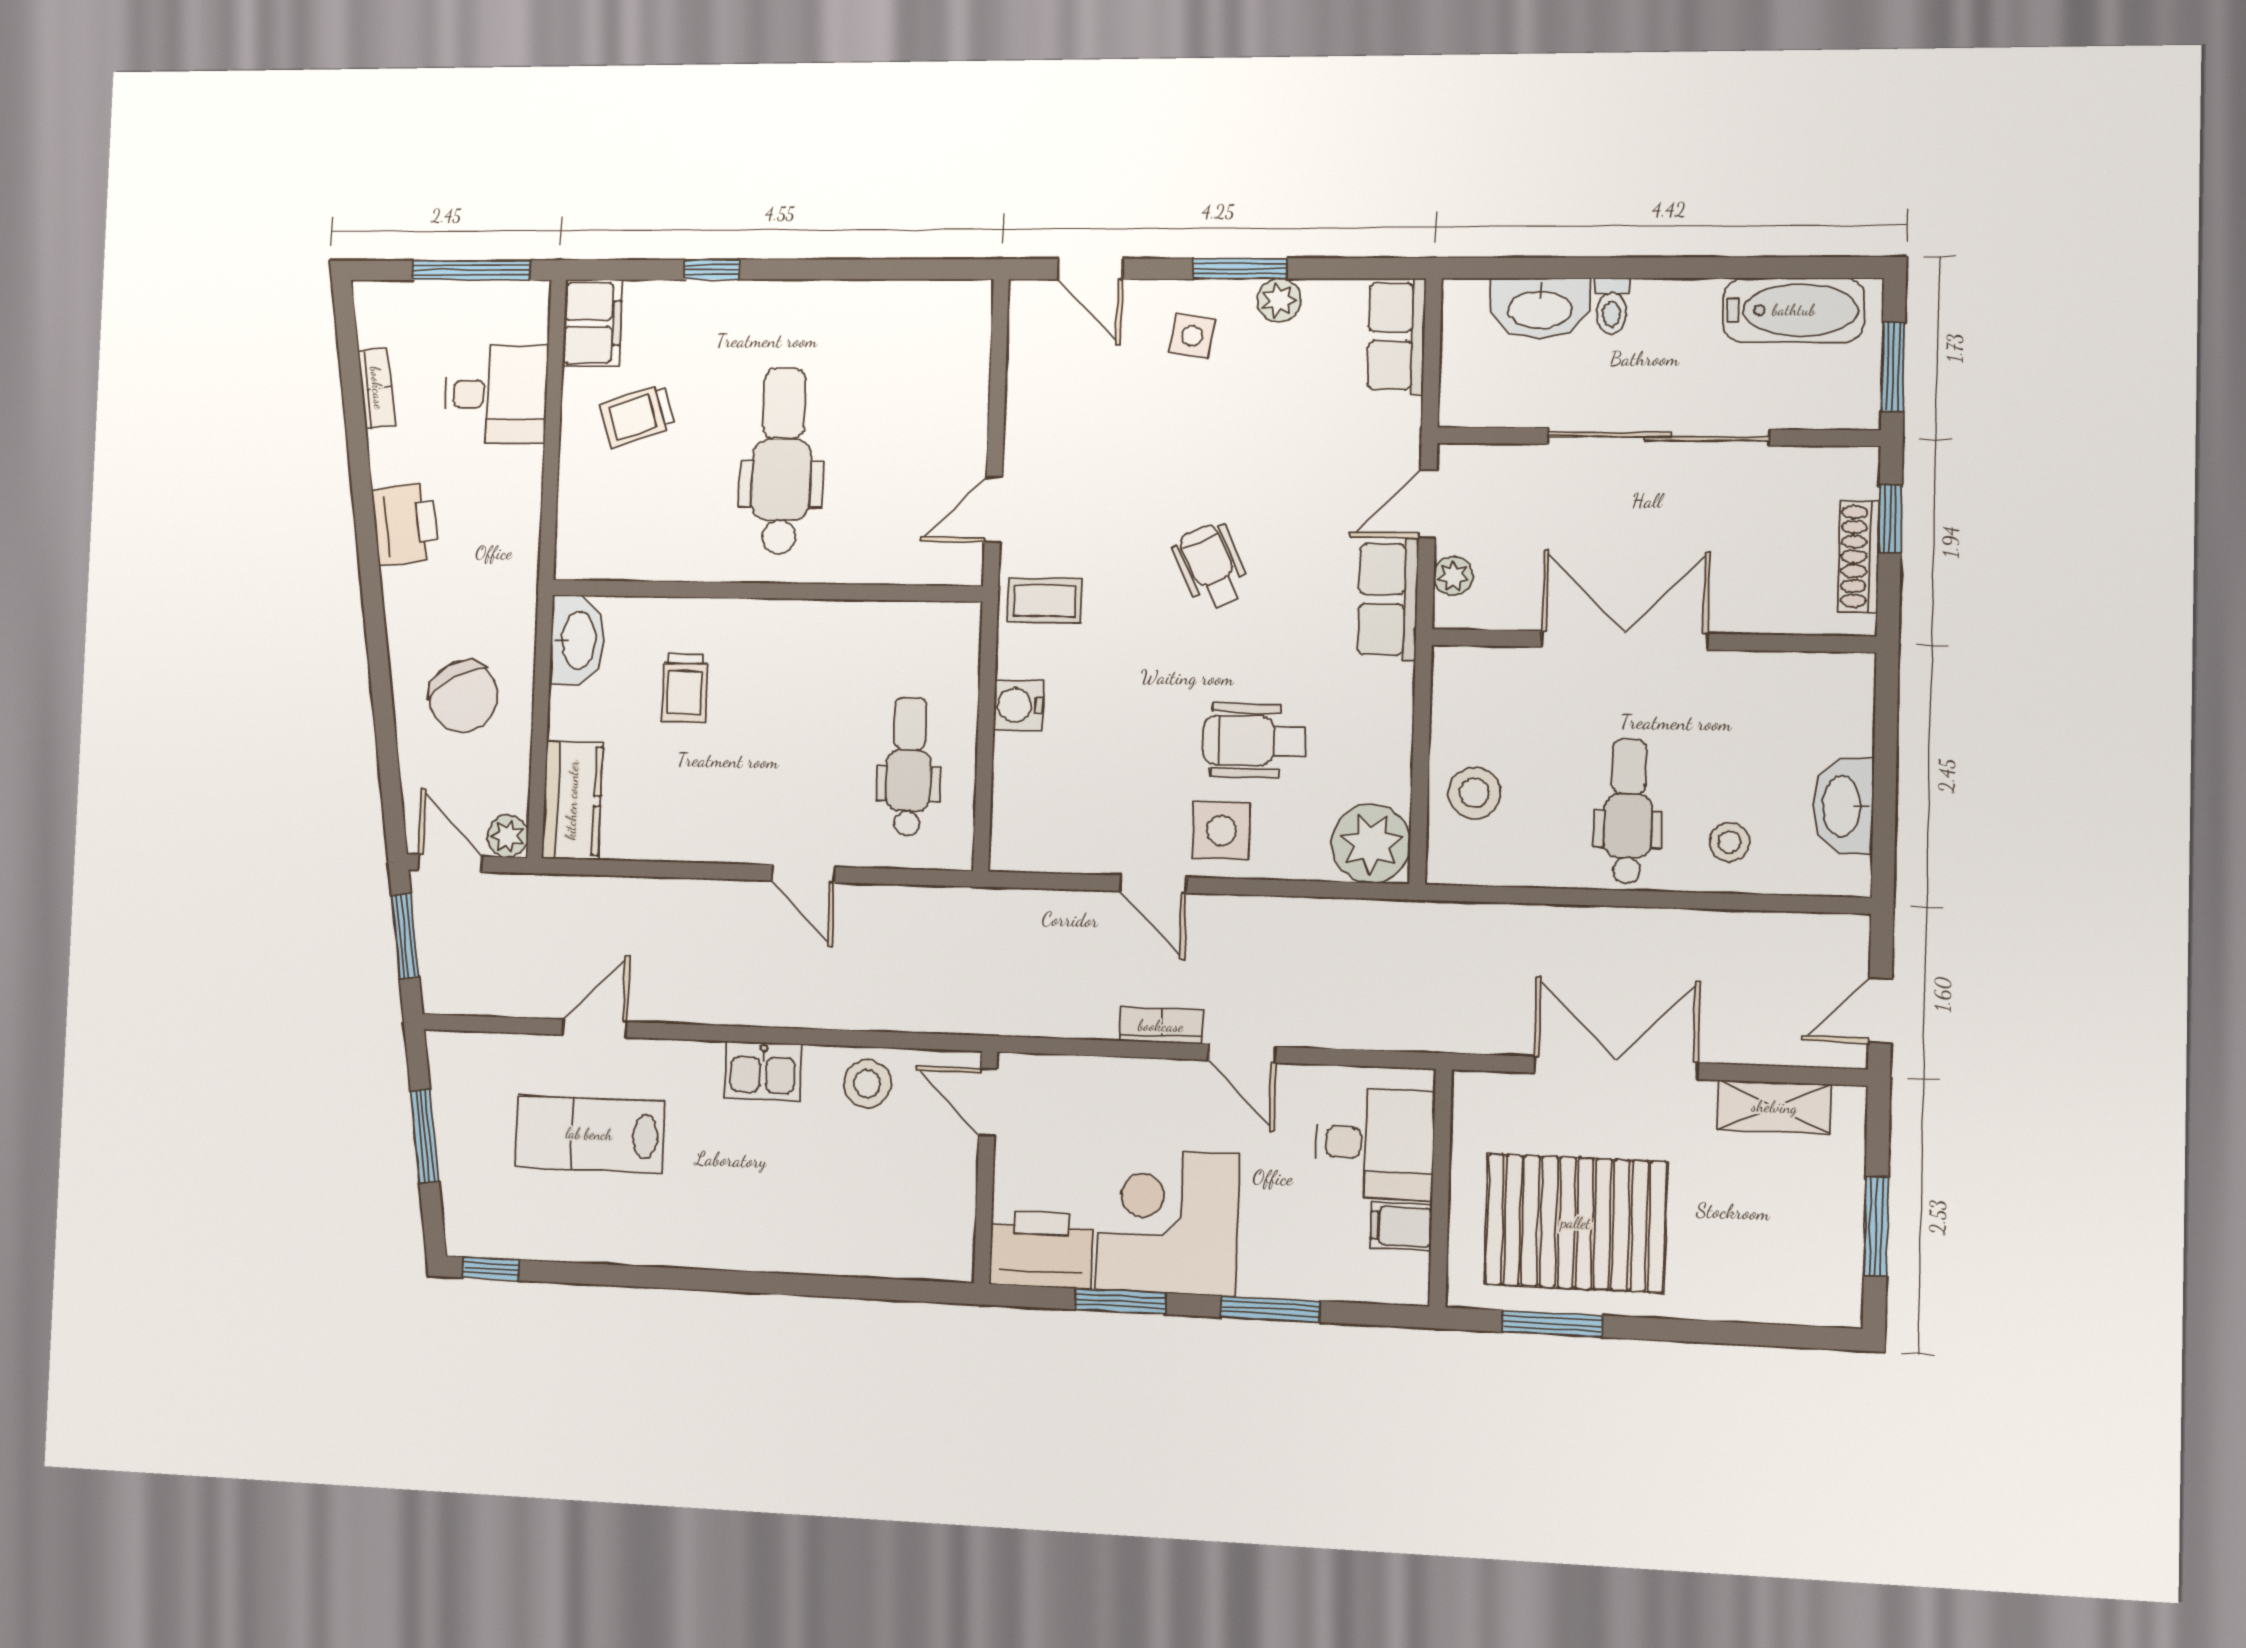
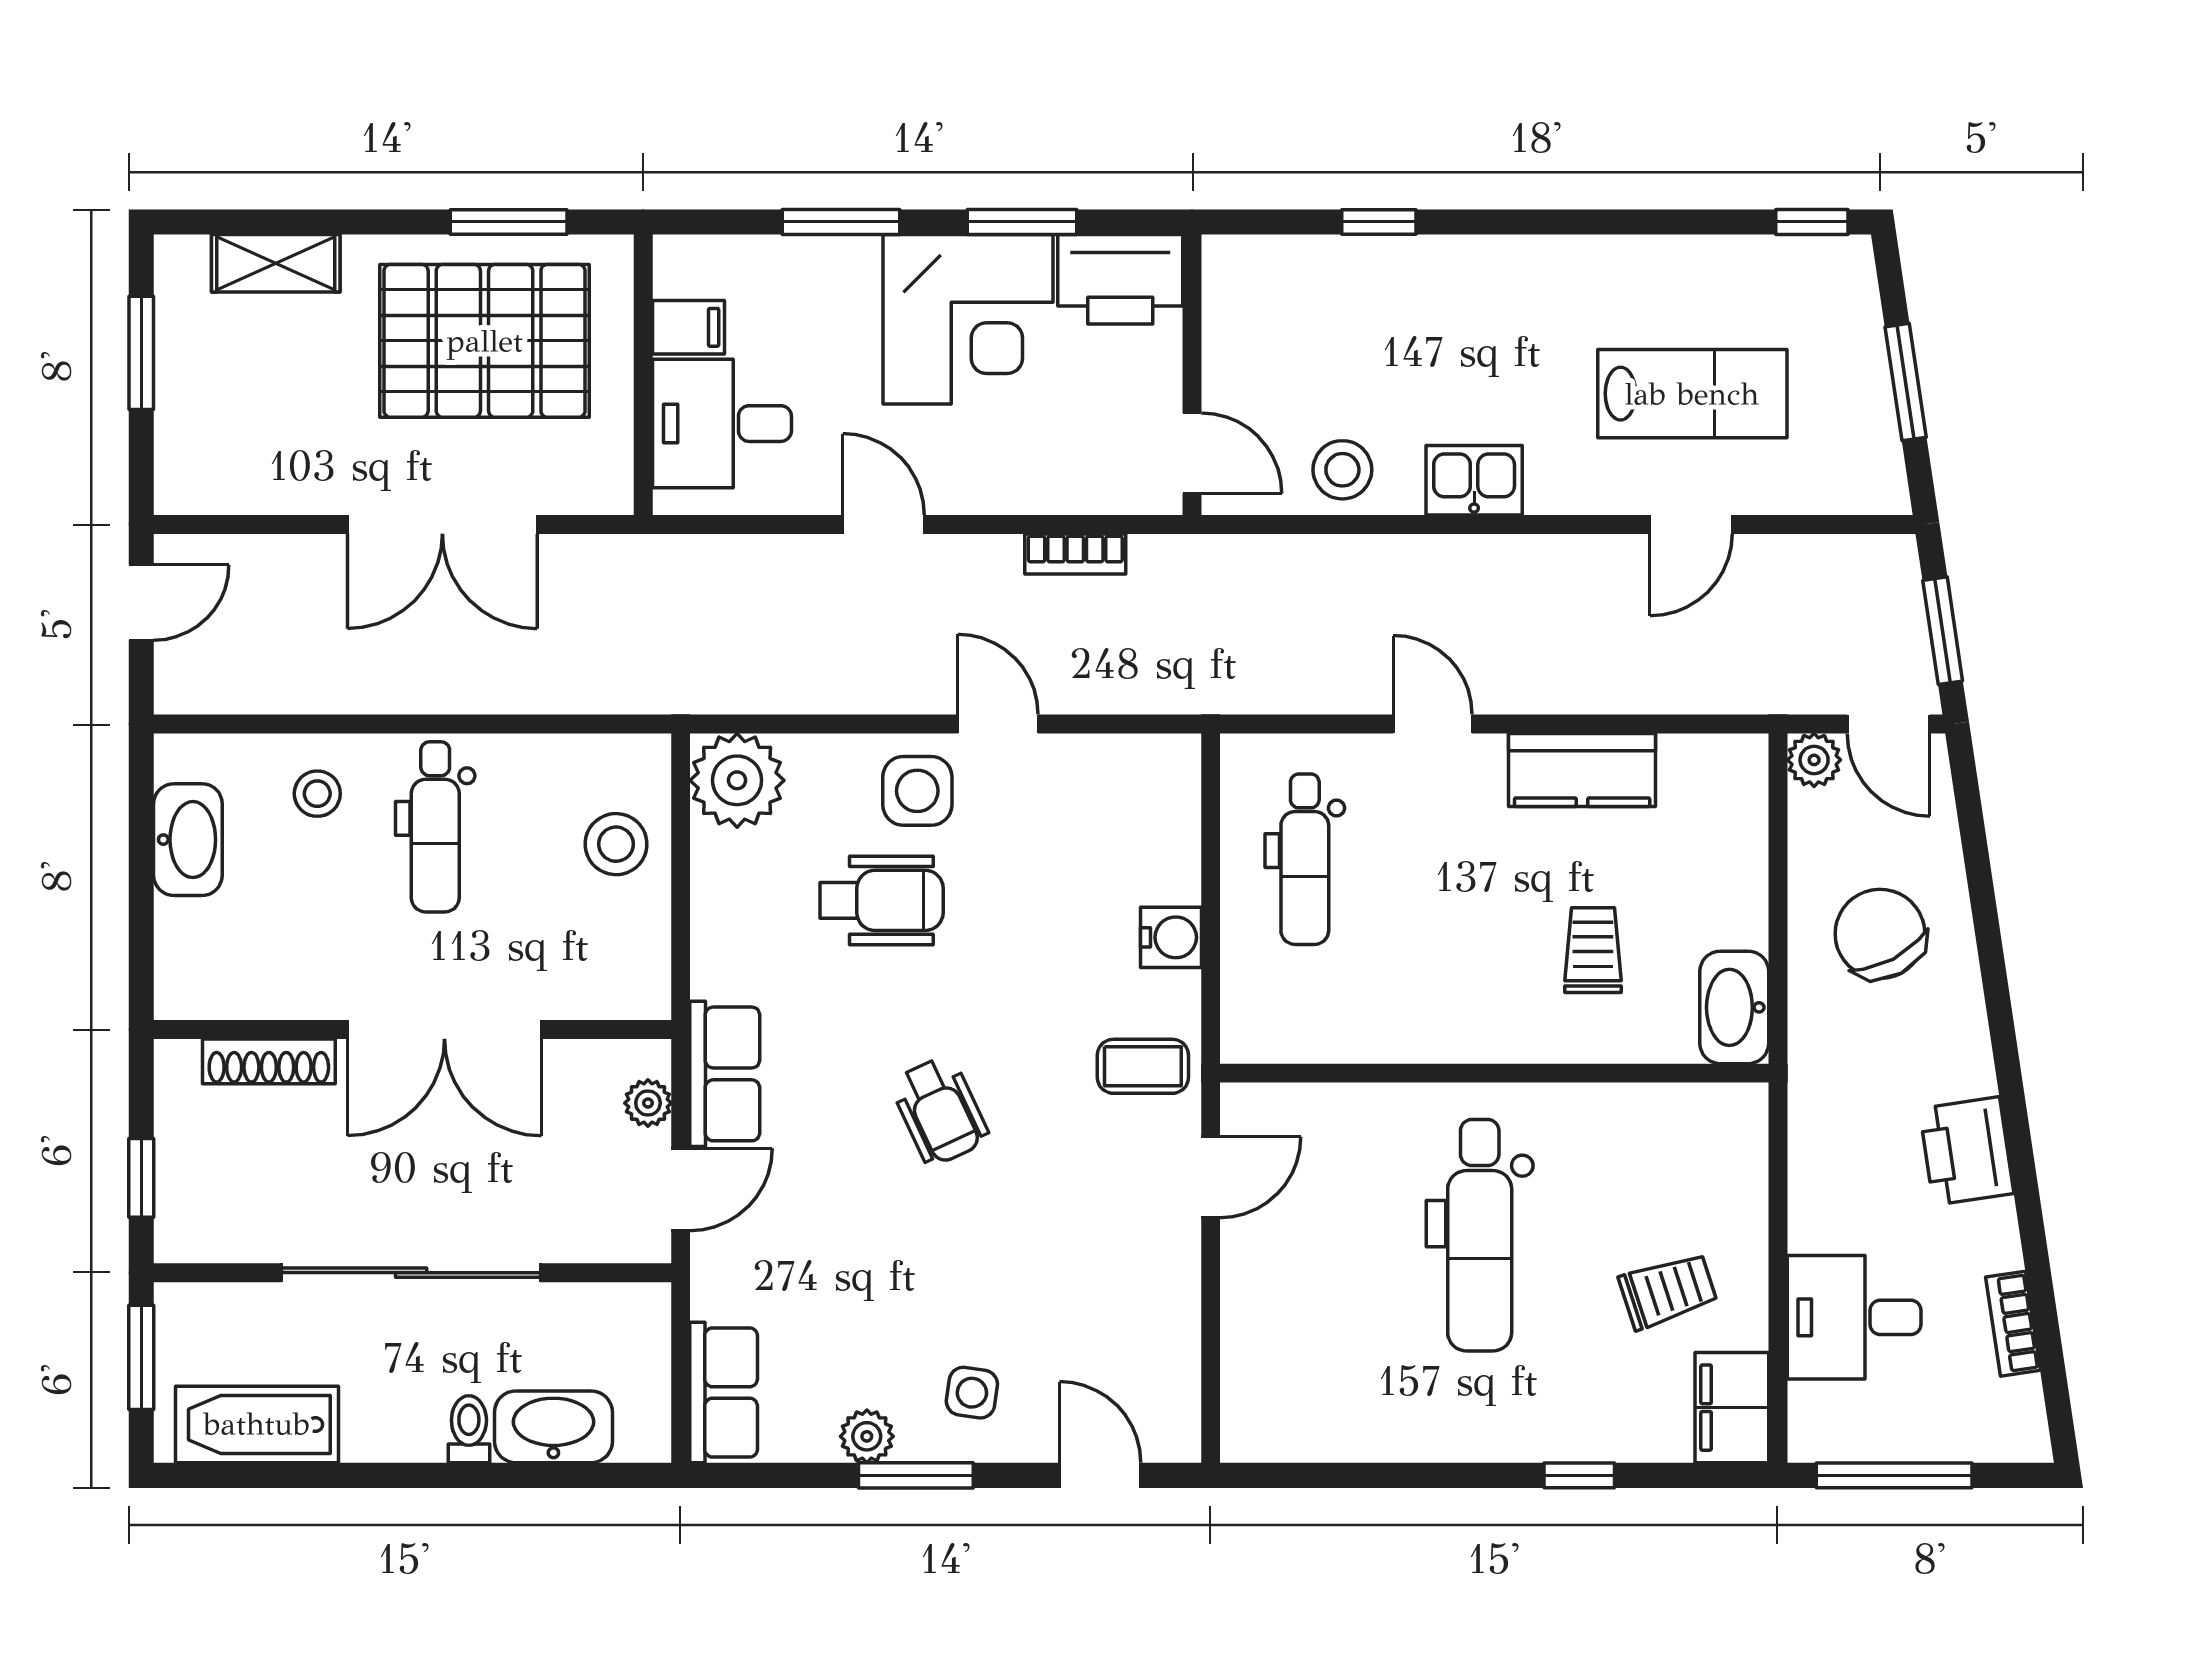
shoe rack: (1859, 557) -> (269, 1061), moved, turned 90
kitchen counter: (572, 800) -> (1582, 770), moved, turned -90
bookcase: (1161, 1026) -> (1075, 554), moved
shelving: (1774, 1107) -> (276, 263), moved
window: (831, 1286) -> (1379, 222), added

